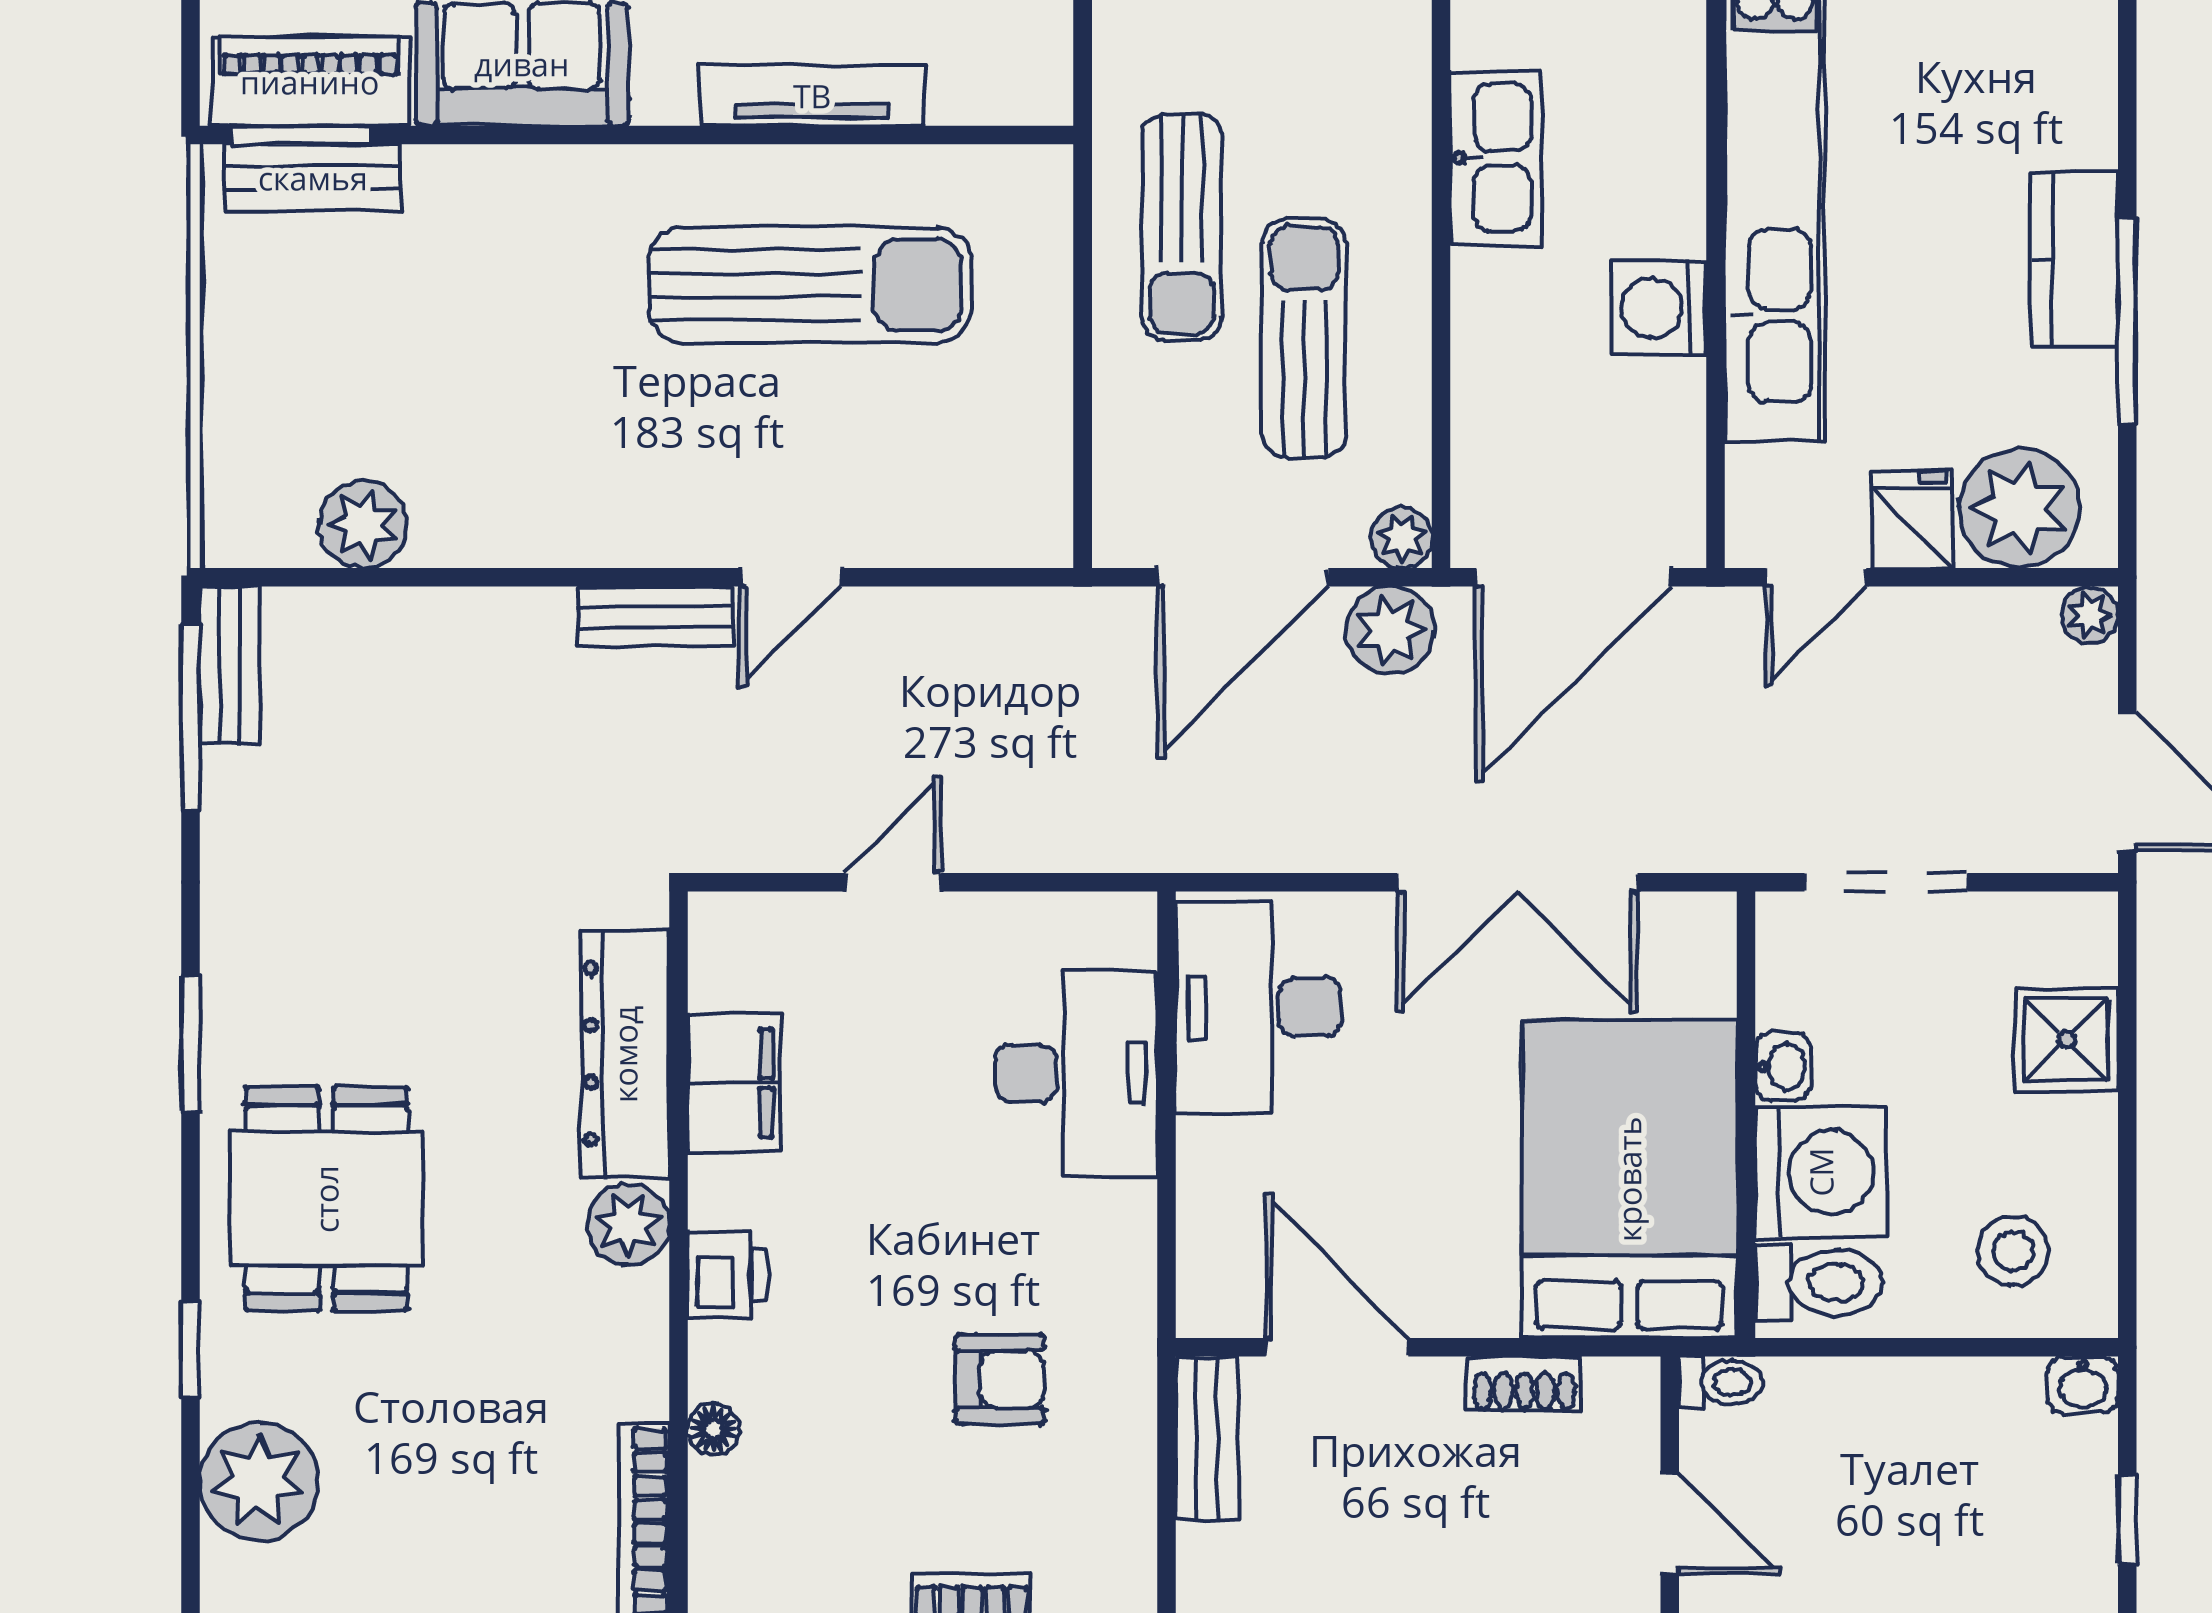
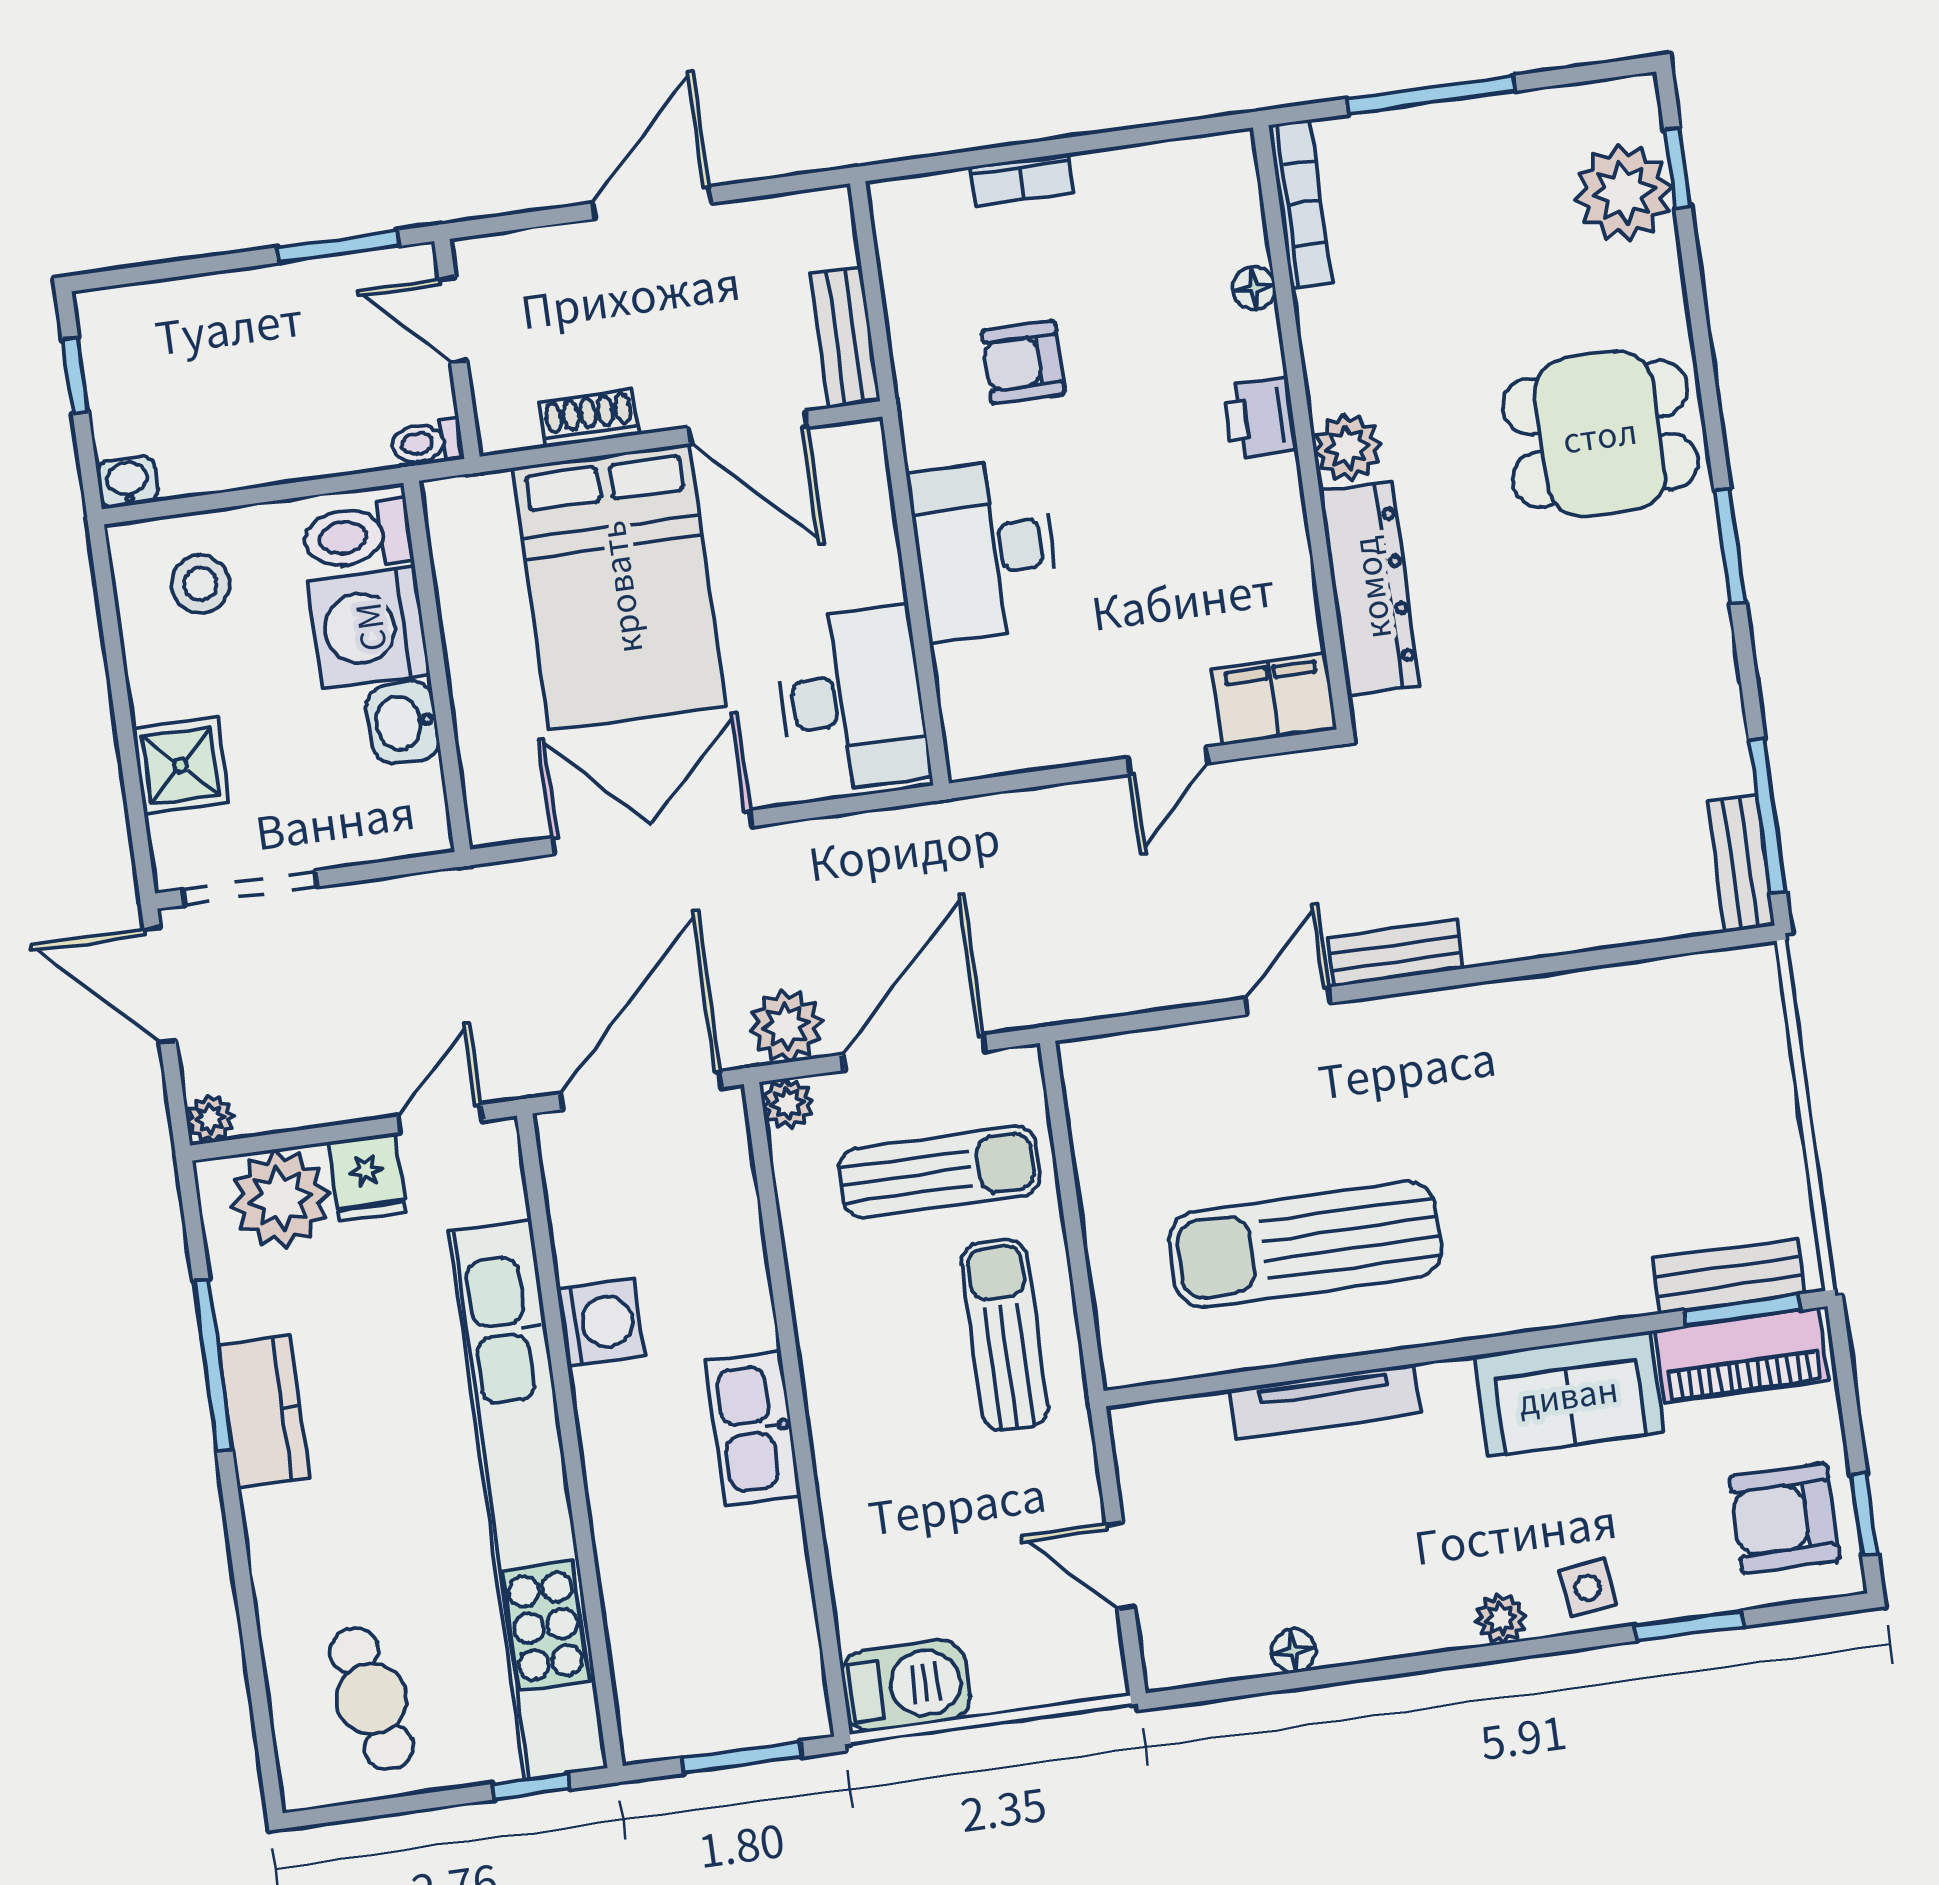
sun lounger: (1304, 338) -> (940, 1172), moved, turned -90
plant: (363, 524) -> (1647, 996), removed
doorway: (1886, 882) -> (249, 888), moved
washbasin: (1783, 1067) -> (403, 722), width x1.38, depth x1.45
desk: (1076, 1073) -> (985, 550), moved
filing cabinet: (734, 1083) -> (1274, 699), moved, turned 90
bed: (1629, 1179) -> (619, 587), moved
dining table: (326, 1199) -> (1600, 434), turned 90
window: (191, 1349) -> (1677, 168), moved

